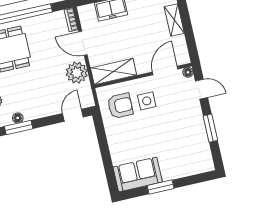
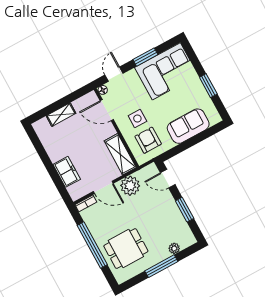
door: (83, 43) -> (103, 187), hinge flipped
floor lamp: (18, 118) -> (184, 225), removed
window: (19, 128) -> (185, 210), moved
corner sofa: (189, 146) -> (166, 71), added
sofa: (138, 174) -> (188, 126), moved, turned 90

